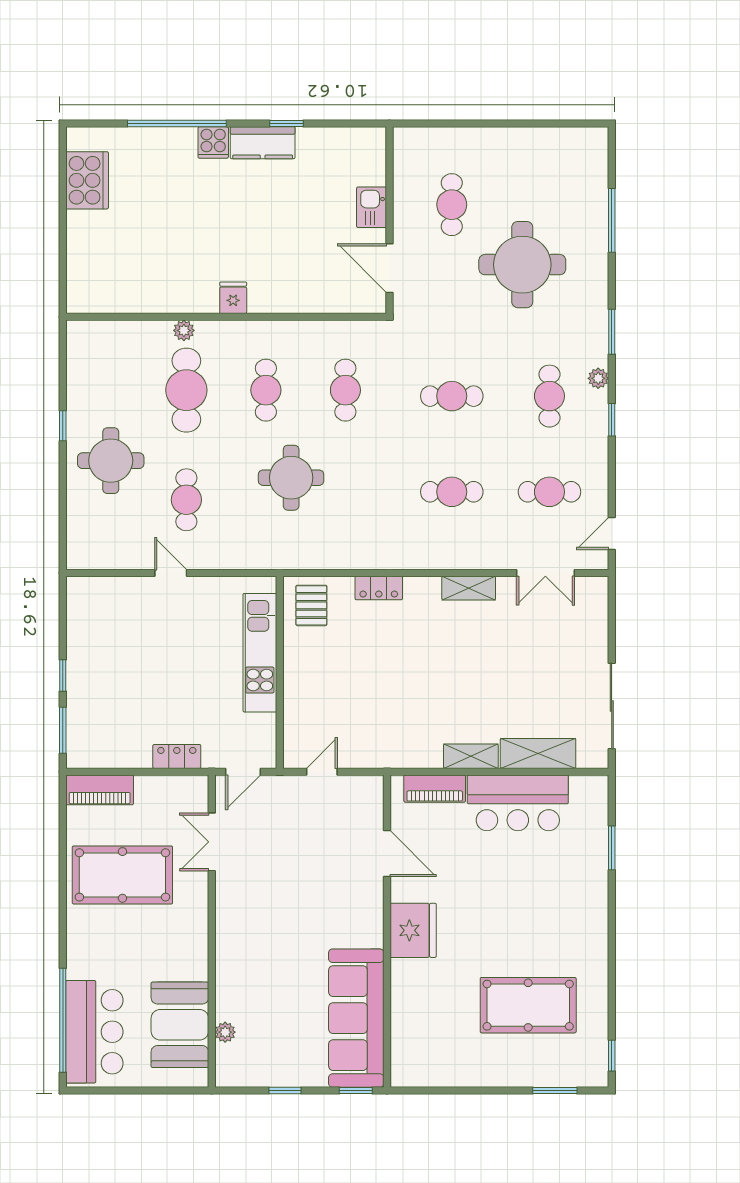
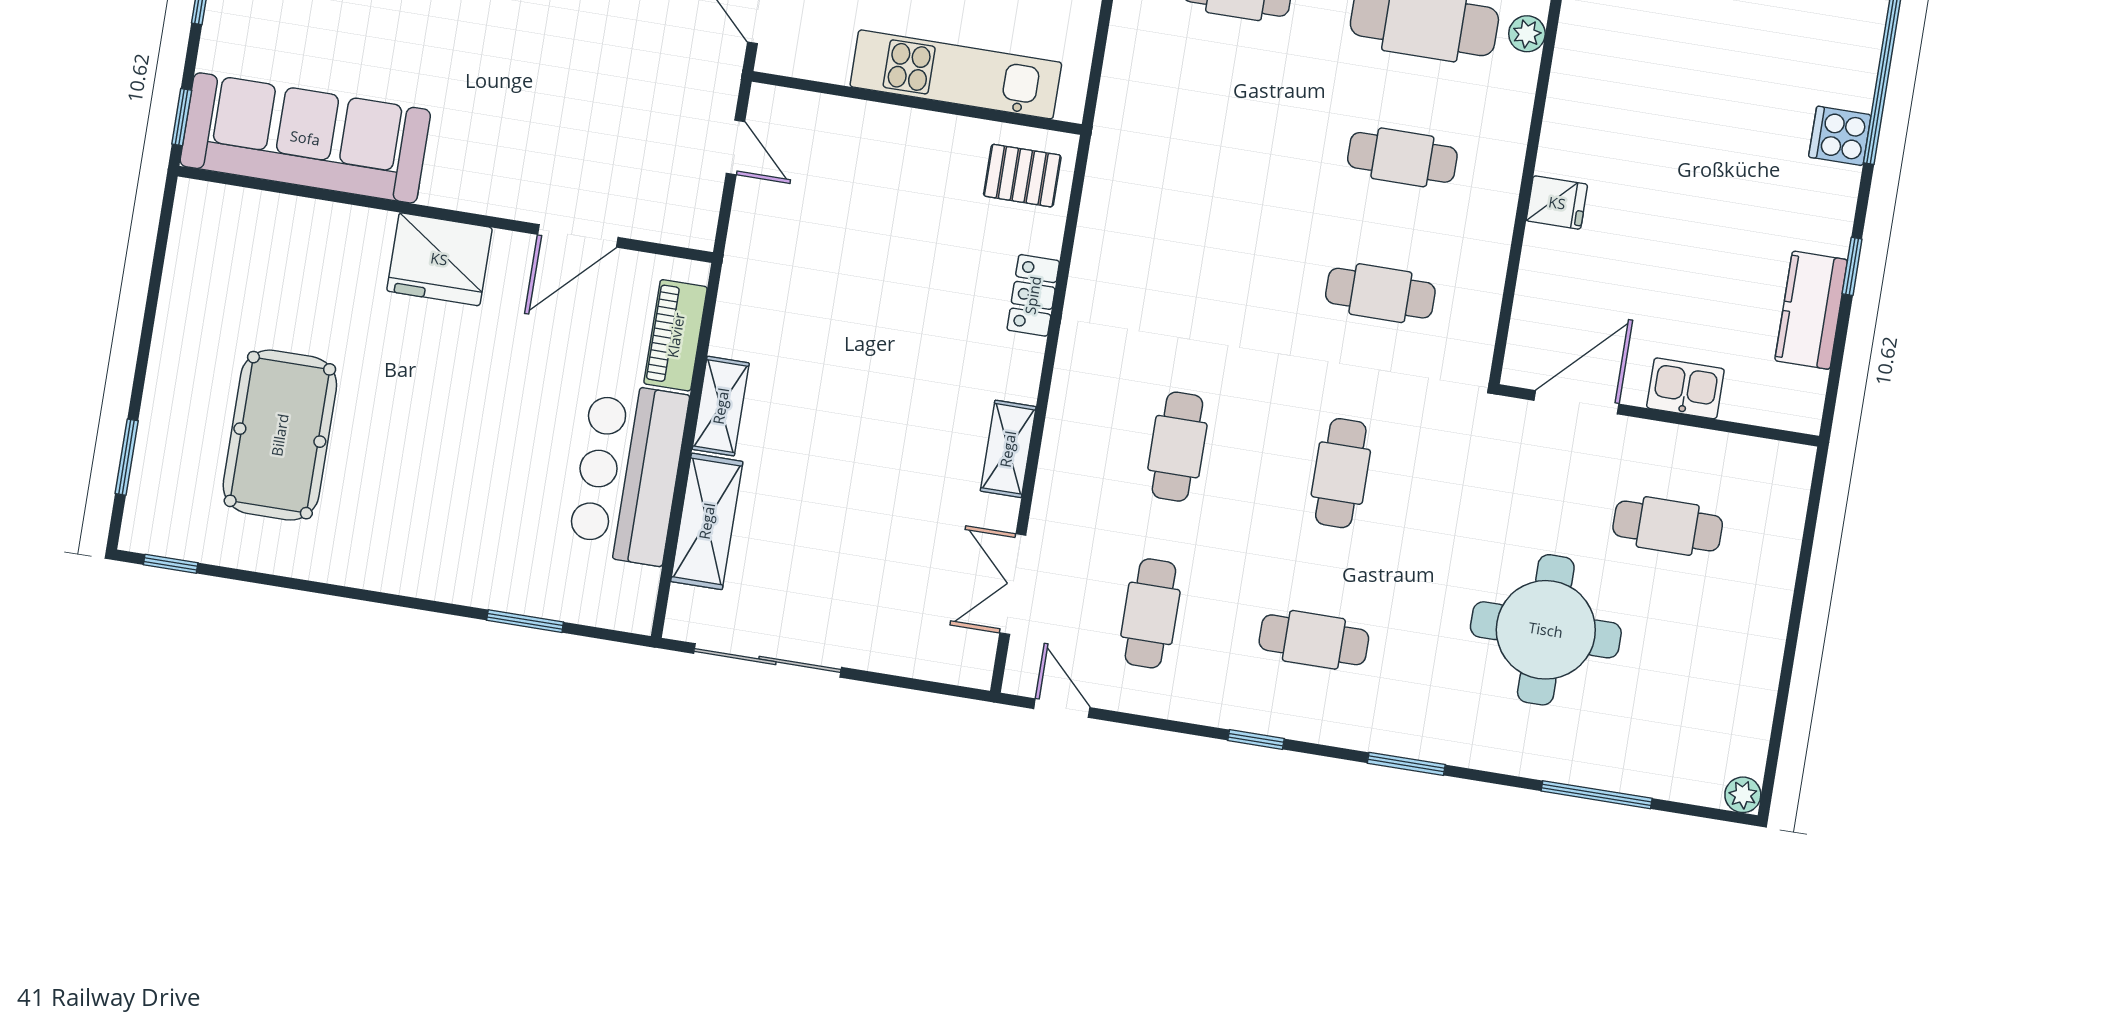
kitchen counter: (263, 143) -> (1811, 310), moved
fridge: (233, 298) -> (1557, 203), moved
plant: (598, 378) -> (1743, 795), moved
round table: (291, 478) -> (1246, 176), removed

